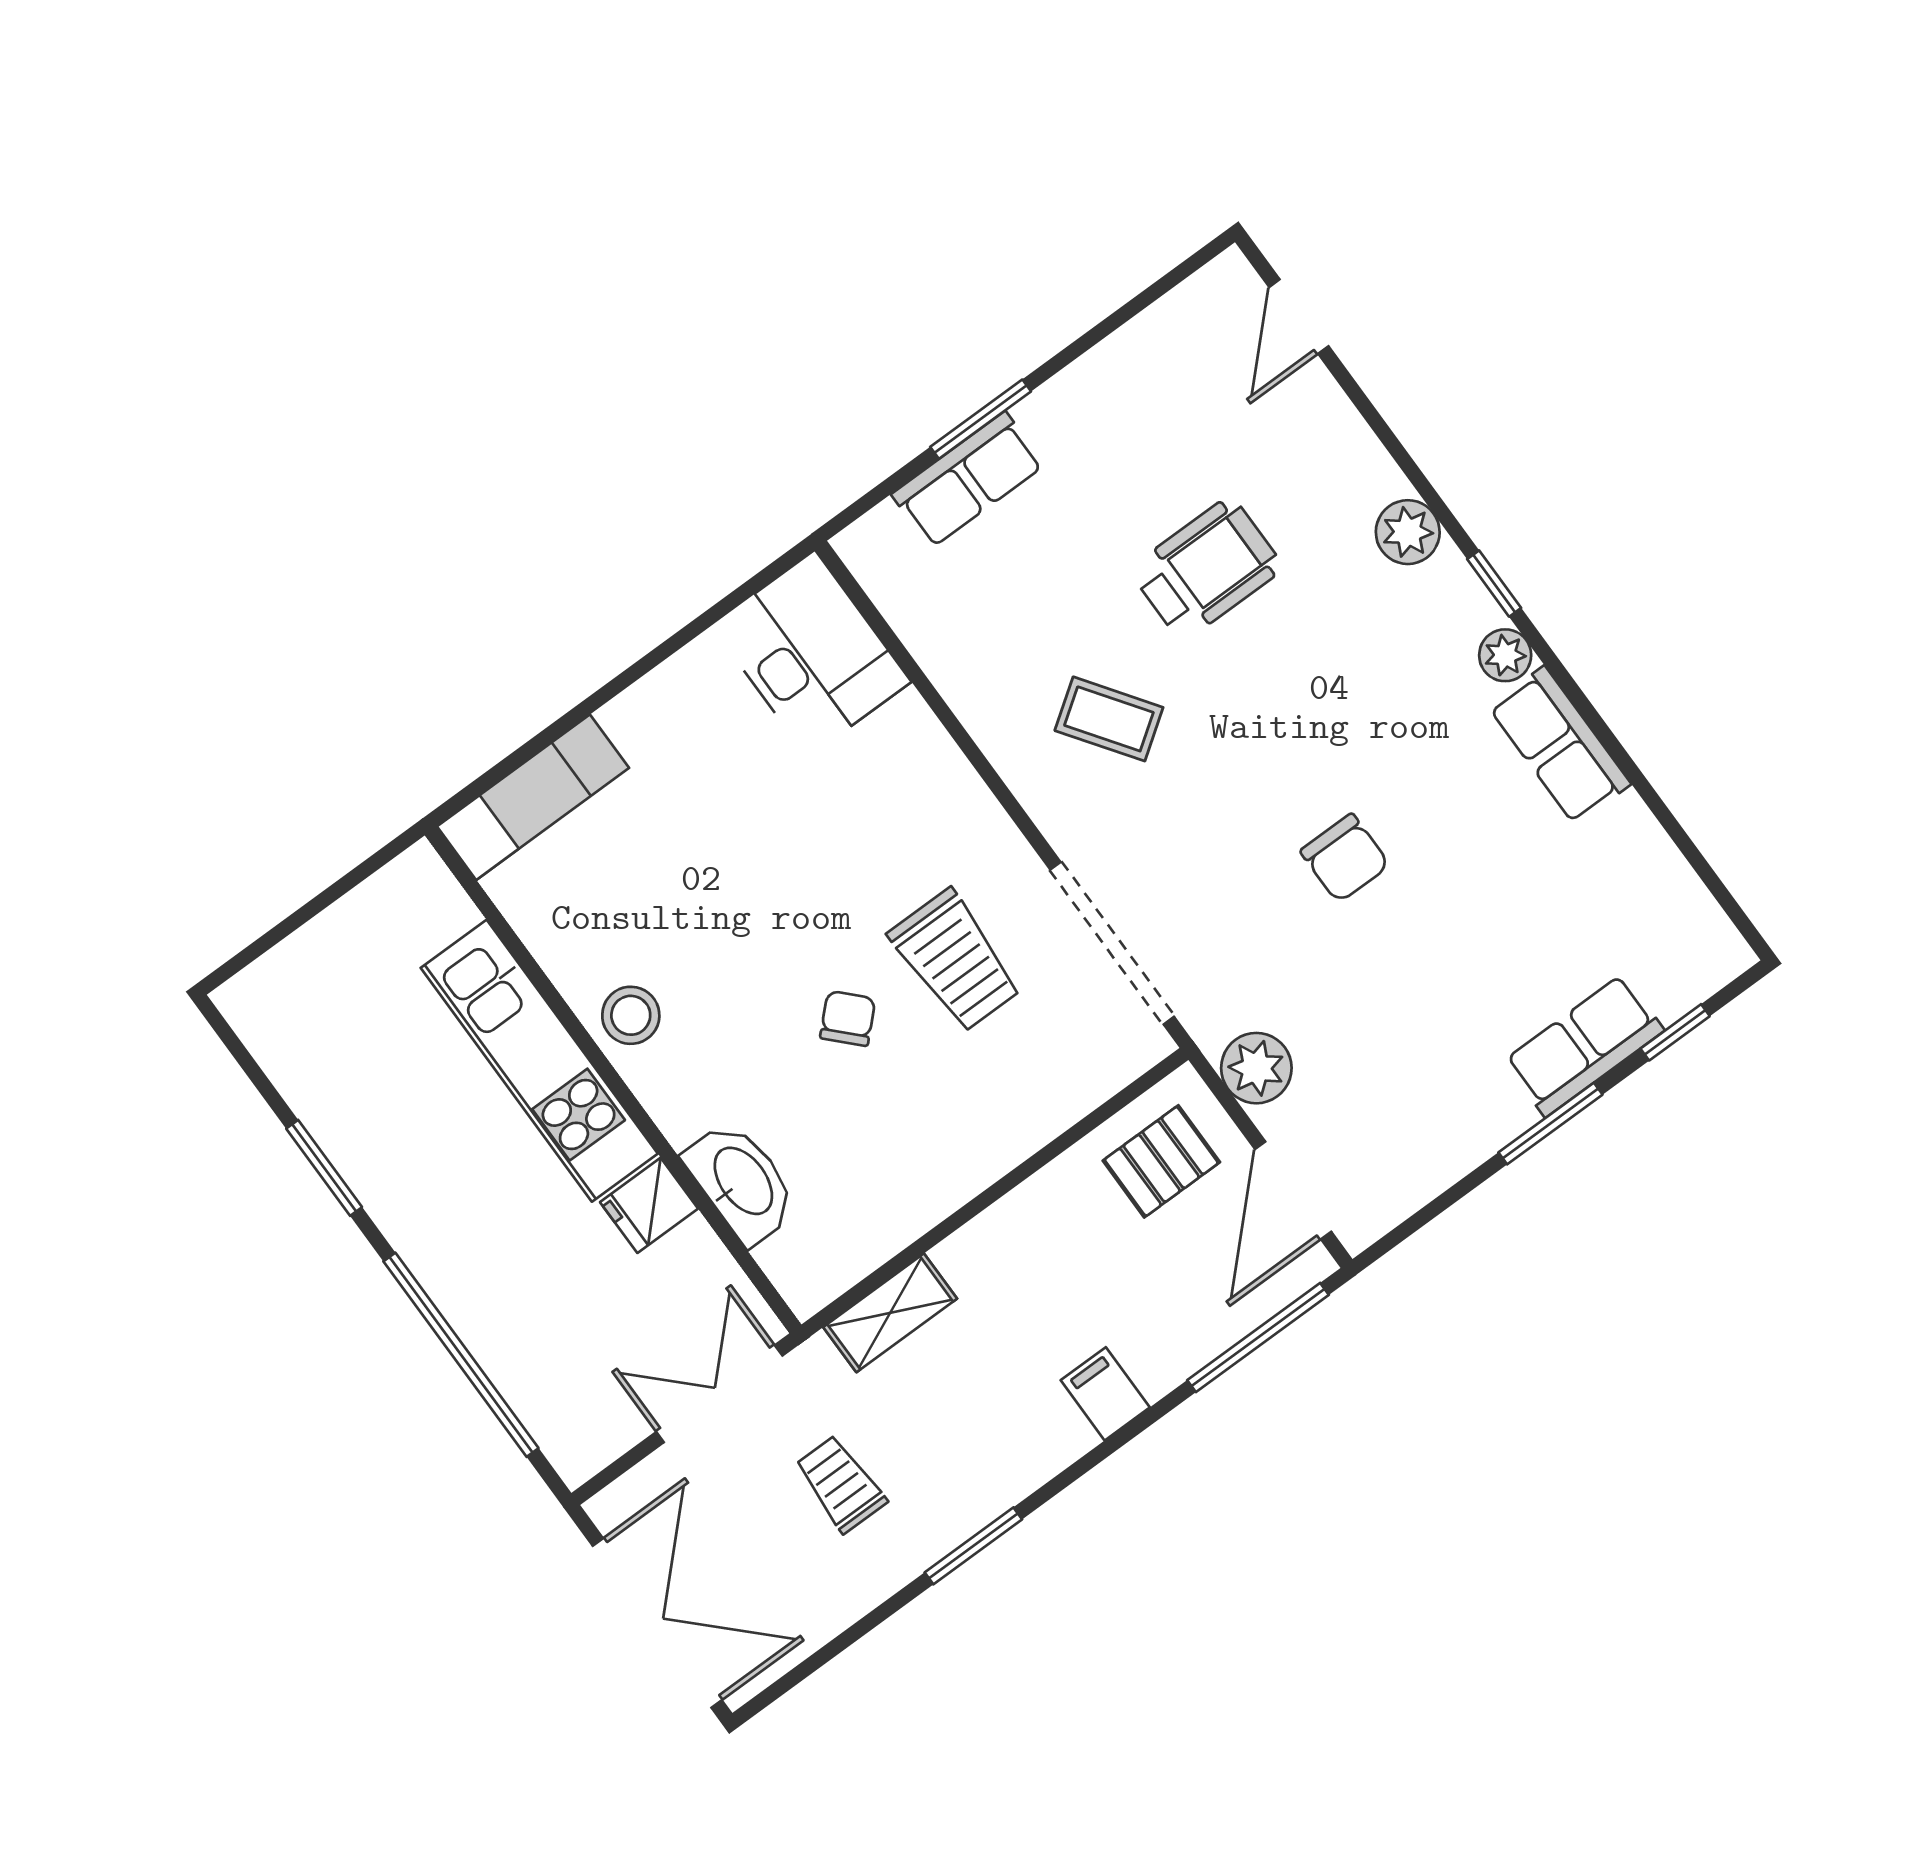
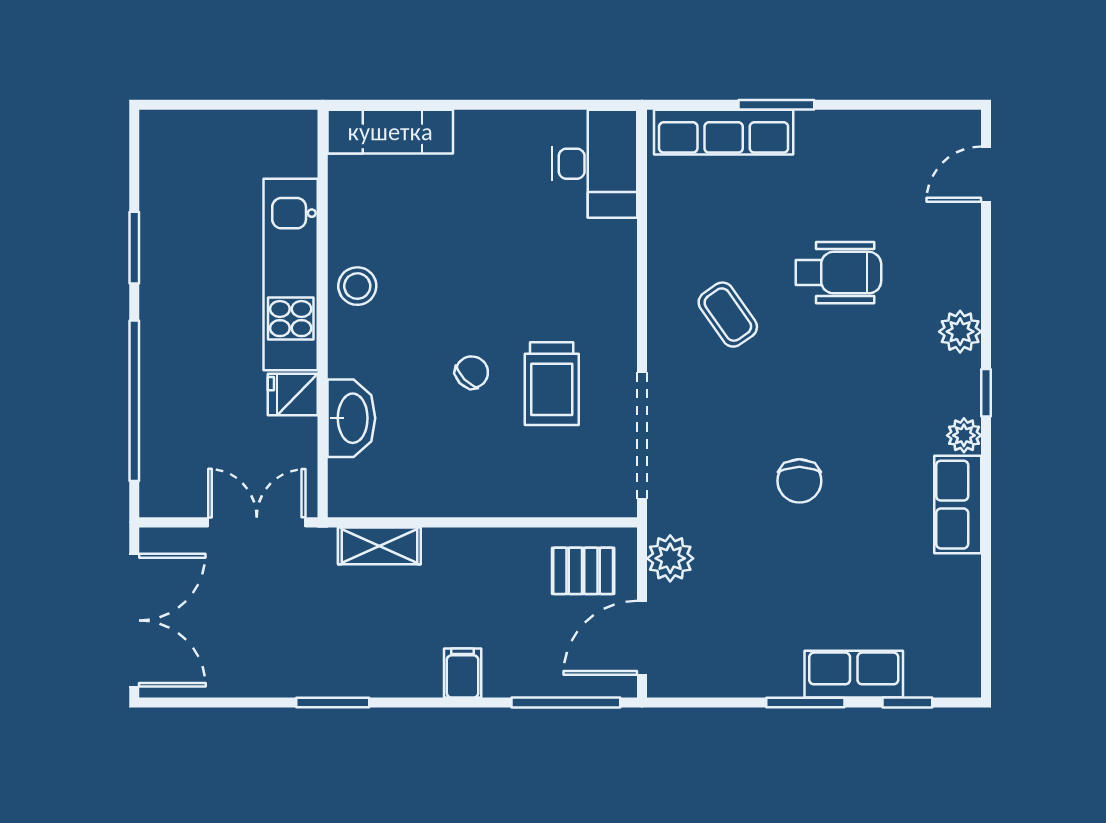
row of seats: (968, 480) -> (724, 132), width x1.48
trolley: (841, 1484) -> (286, 618), removed

